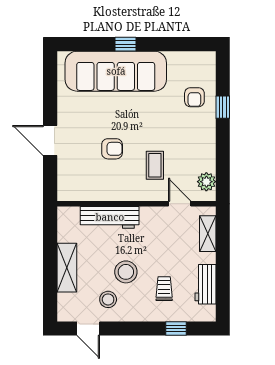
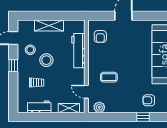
armchair: (112, 149) -> (100, 36), moved
door: (180, 204) -> (86, 92), swing flipped
window: (176, 328) -> (13, 66), moved

